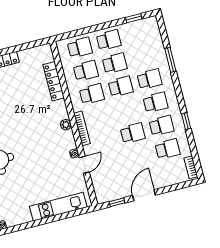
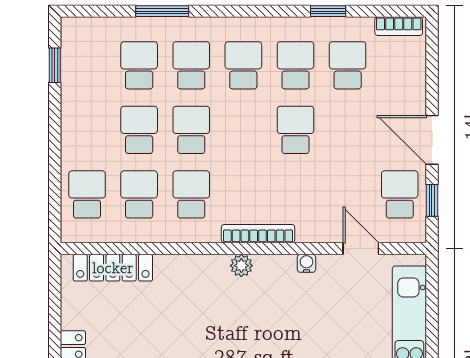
school desk: (109, 40) -> (139, 65), moved
locker: (54, 81) -> (113, 268), moved
window: (186, 121) -> (328, 11), moved
door: (84, 165) -> (361, 249), moved
school desk: (116, 187) -> (400, 194), added

